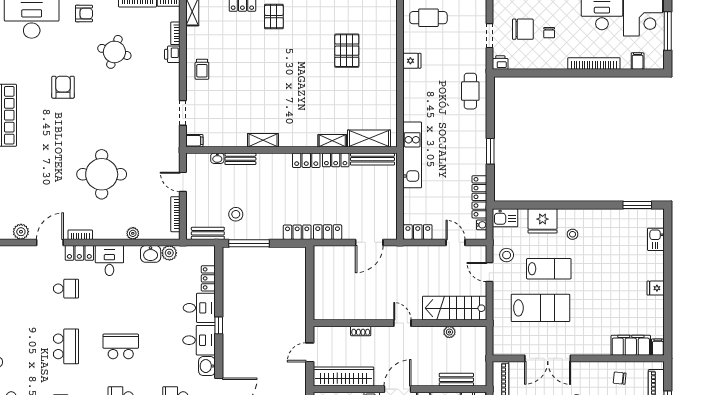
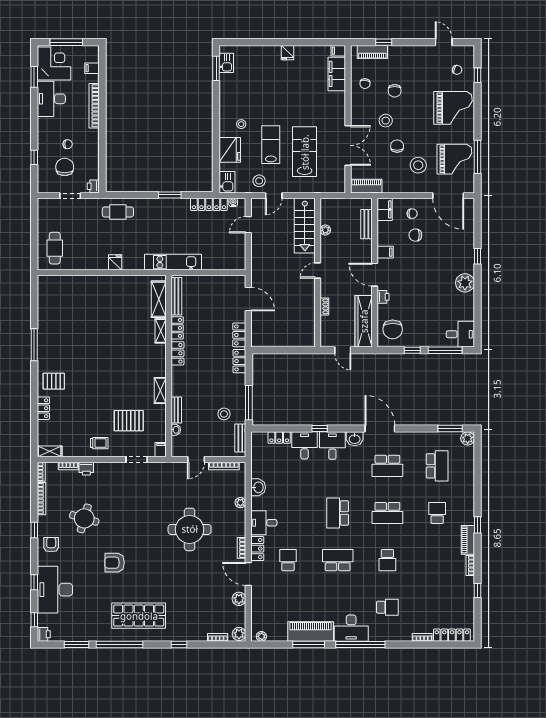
pallet: (347, 51) -> (129, 421), moved
fridge: (412, 61) -> (115, 262), moved
locker: (418, 232) -> (239, 257), removed
kitchen sink: (656, 239) -> (226, 63), moved, turned -90
plant: (169, 253) -> (257, 471), removed

